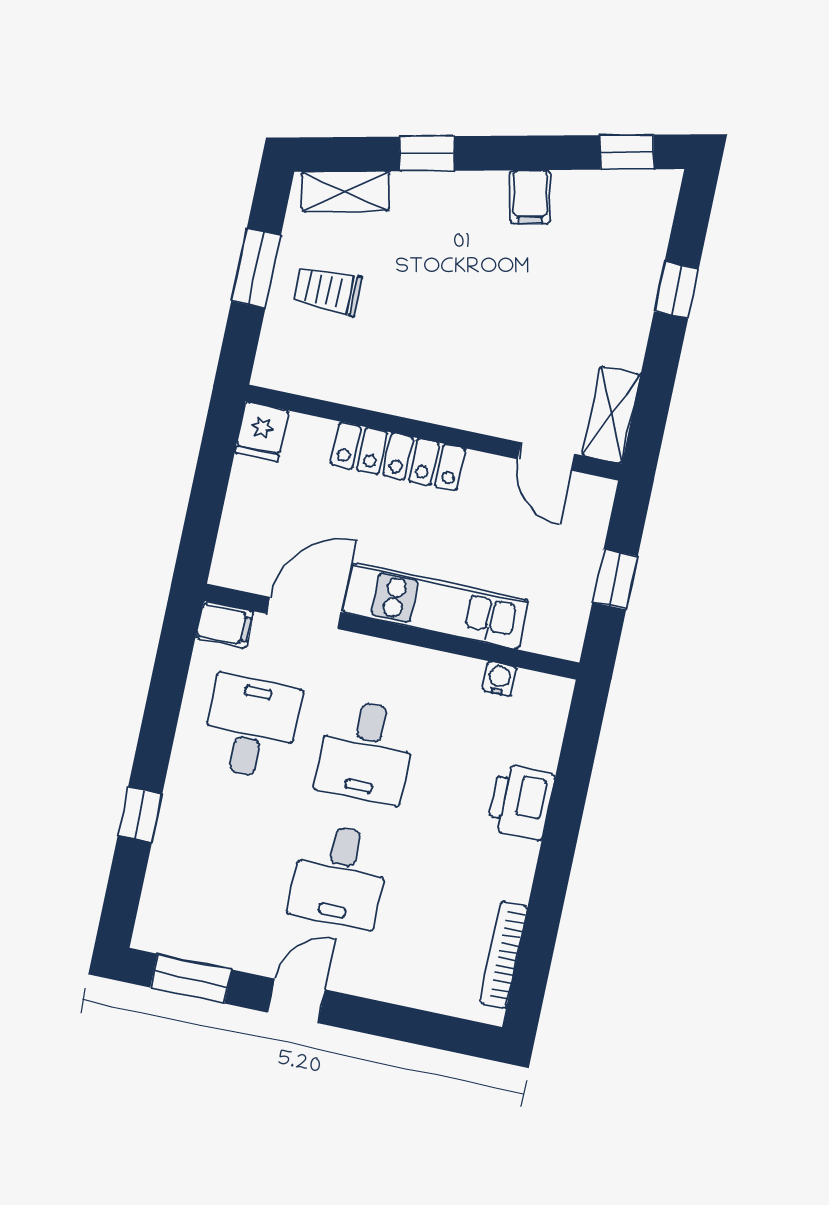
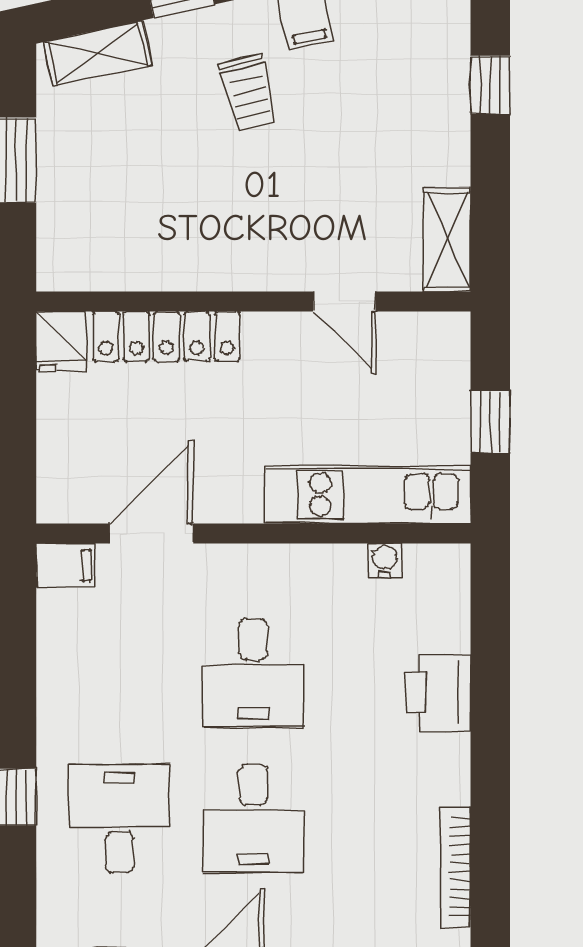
trolley: (328, 290) -> (248, 92), moved, turned -104
locker: (398, 456) -> (166, 336), moved
door: (546, 457) -> (344, 301), moved
kitchen unit: (435, 606) -> (368, 495), moved
desk: (251, 727) -> (119, 818), moved

